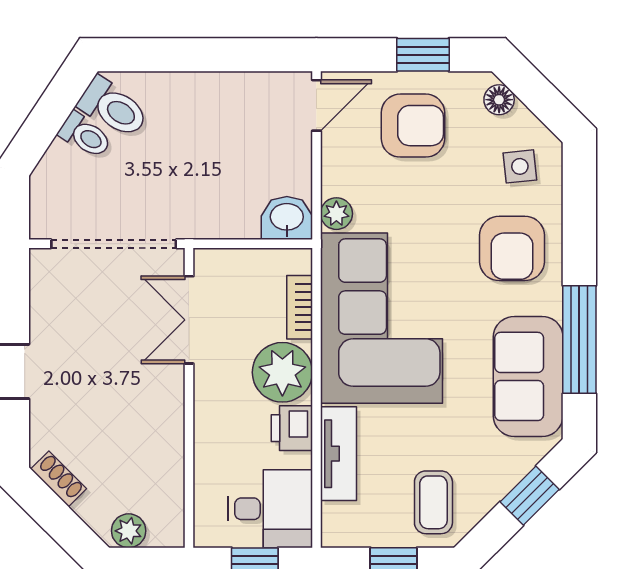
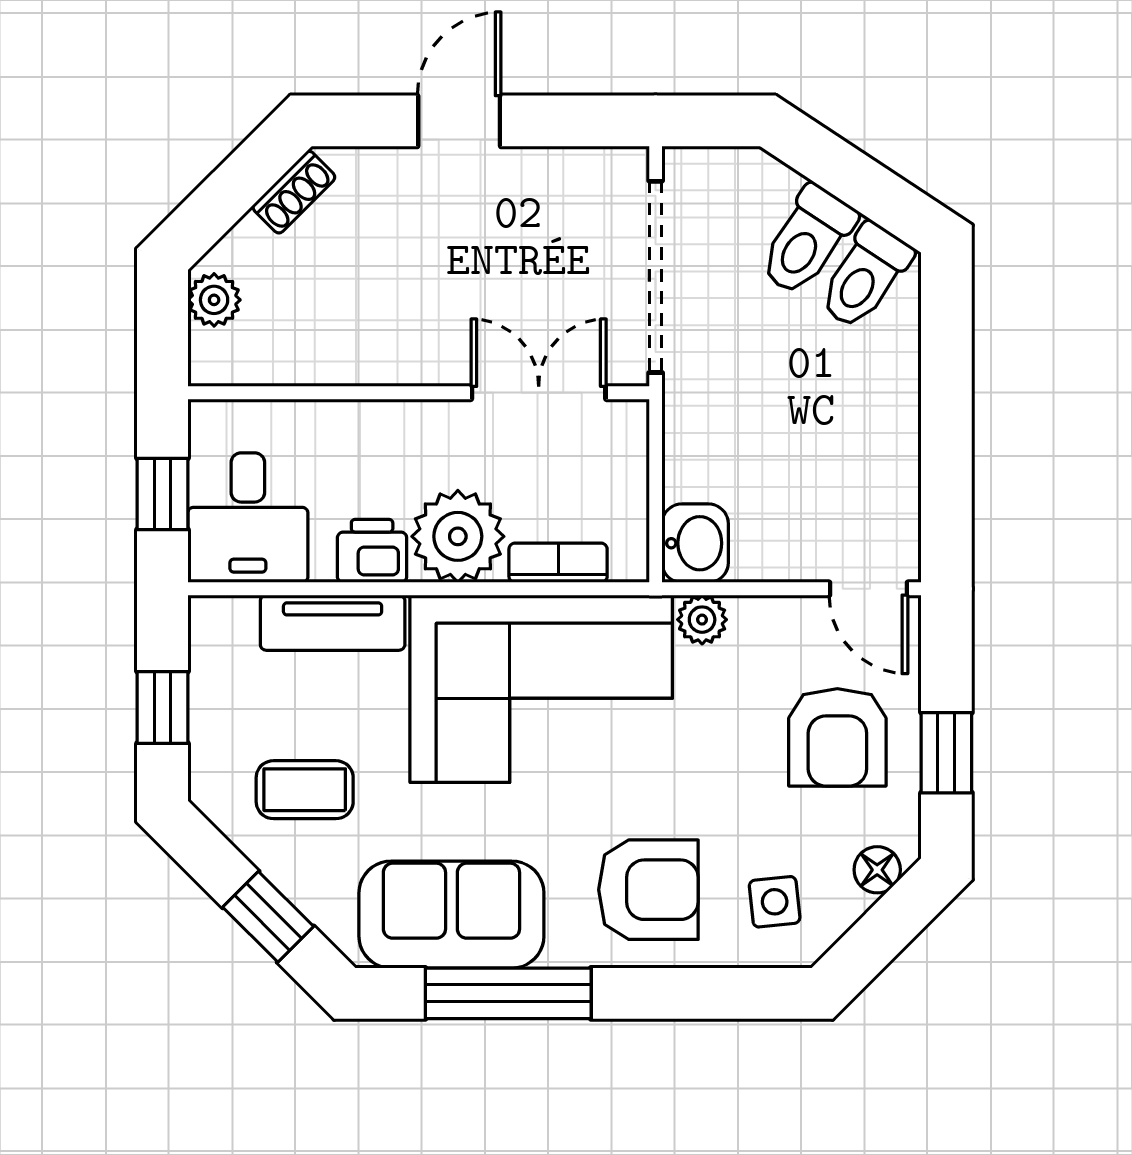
toilet: (85, 135) -> (807, 240), width x1.37, depth x1.39
armchair: (512, 248) -> (648, 890), turned 180
coffee table: (433, 502) -> (305, 790), moved

